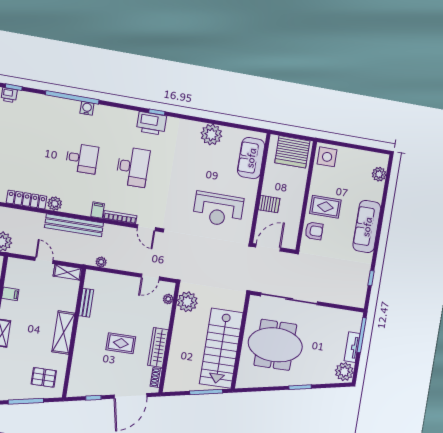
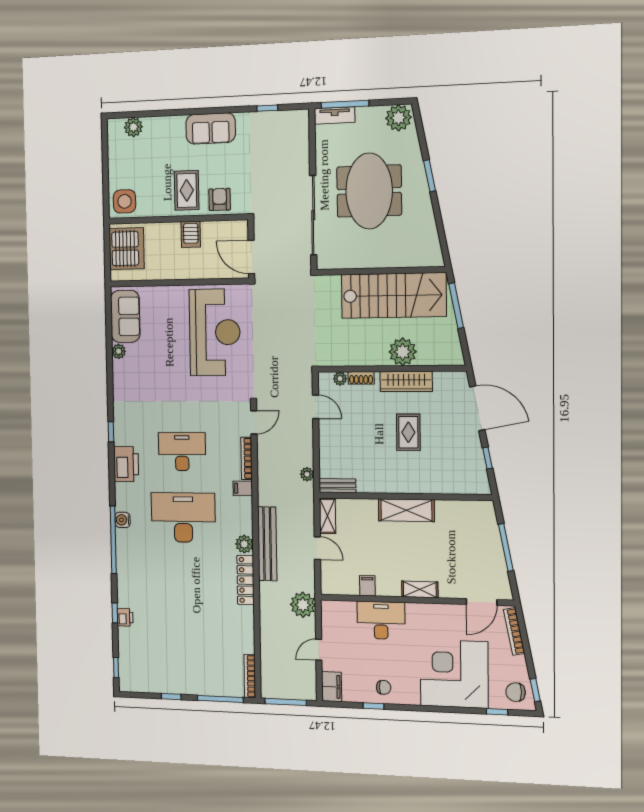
printer: (151, 123) -> (126, 464), moved
plant: (211, 135) -> (119, 351), width x0.53, depth x0.53
desk: (82, 158) -> (183, 517), width x1.87, depth x1.30
sofa: (251, 158) -> (125, 316), moved, turned -90
server rack: (269, 204) -> (191, 234), moved, turned 180
reception desk: (218, 209) -> (215, 332), width x1.36, depth x1.30
bench: (74, 225) -> (267, 544), moved
sofa: (367, 227) -> (211, 128), width x0.73
door: (44, 260) -> (317, 548), swing flipped
plant: (187, 302) -> (403, 352), moved
bench: (86, 303) -> (337, 486), moved
meeting table: (275, 345) -> (369, 191), moved
tv unit: (352, 347) -> (335, 115), moved
pallet: (44, 377) -> (470, 528), removed
shoe rack: (156, 377) -> (361, 378), moved

